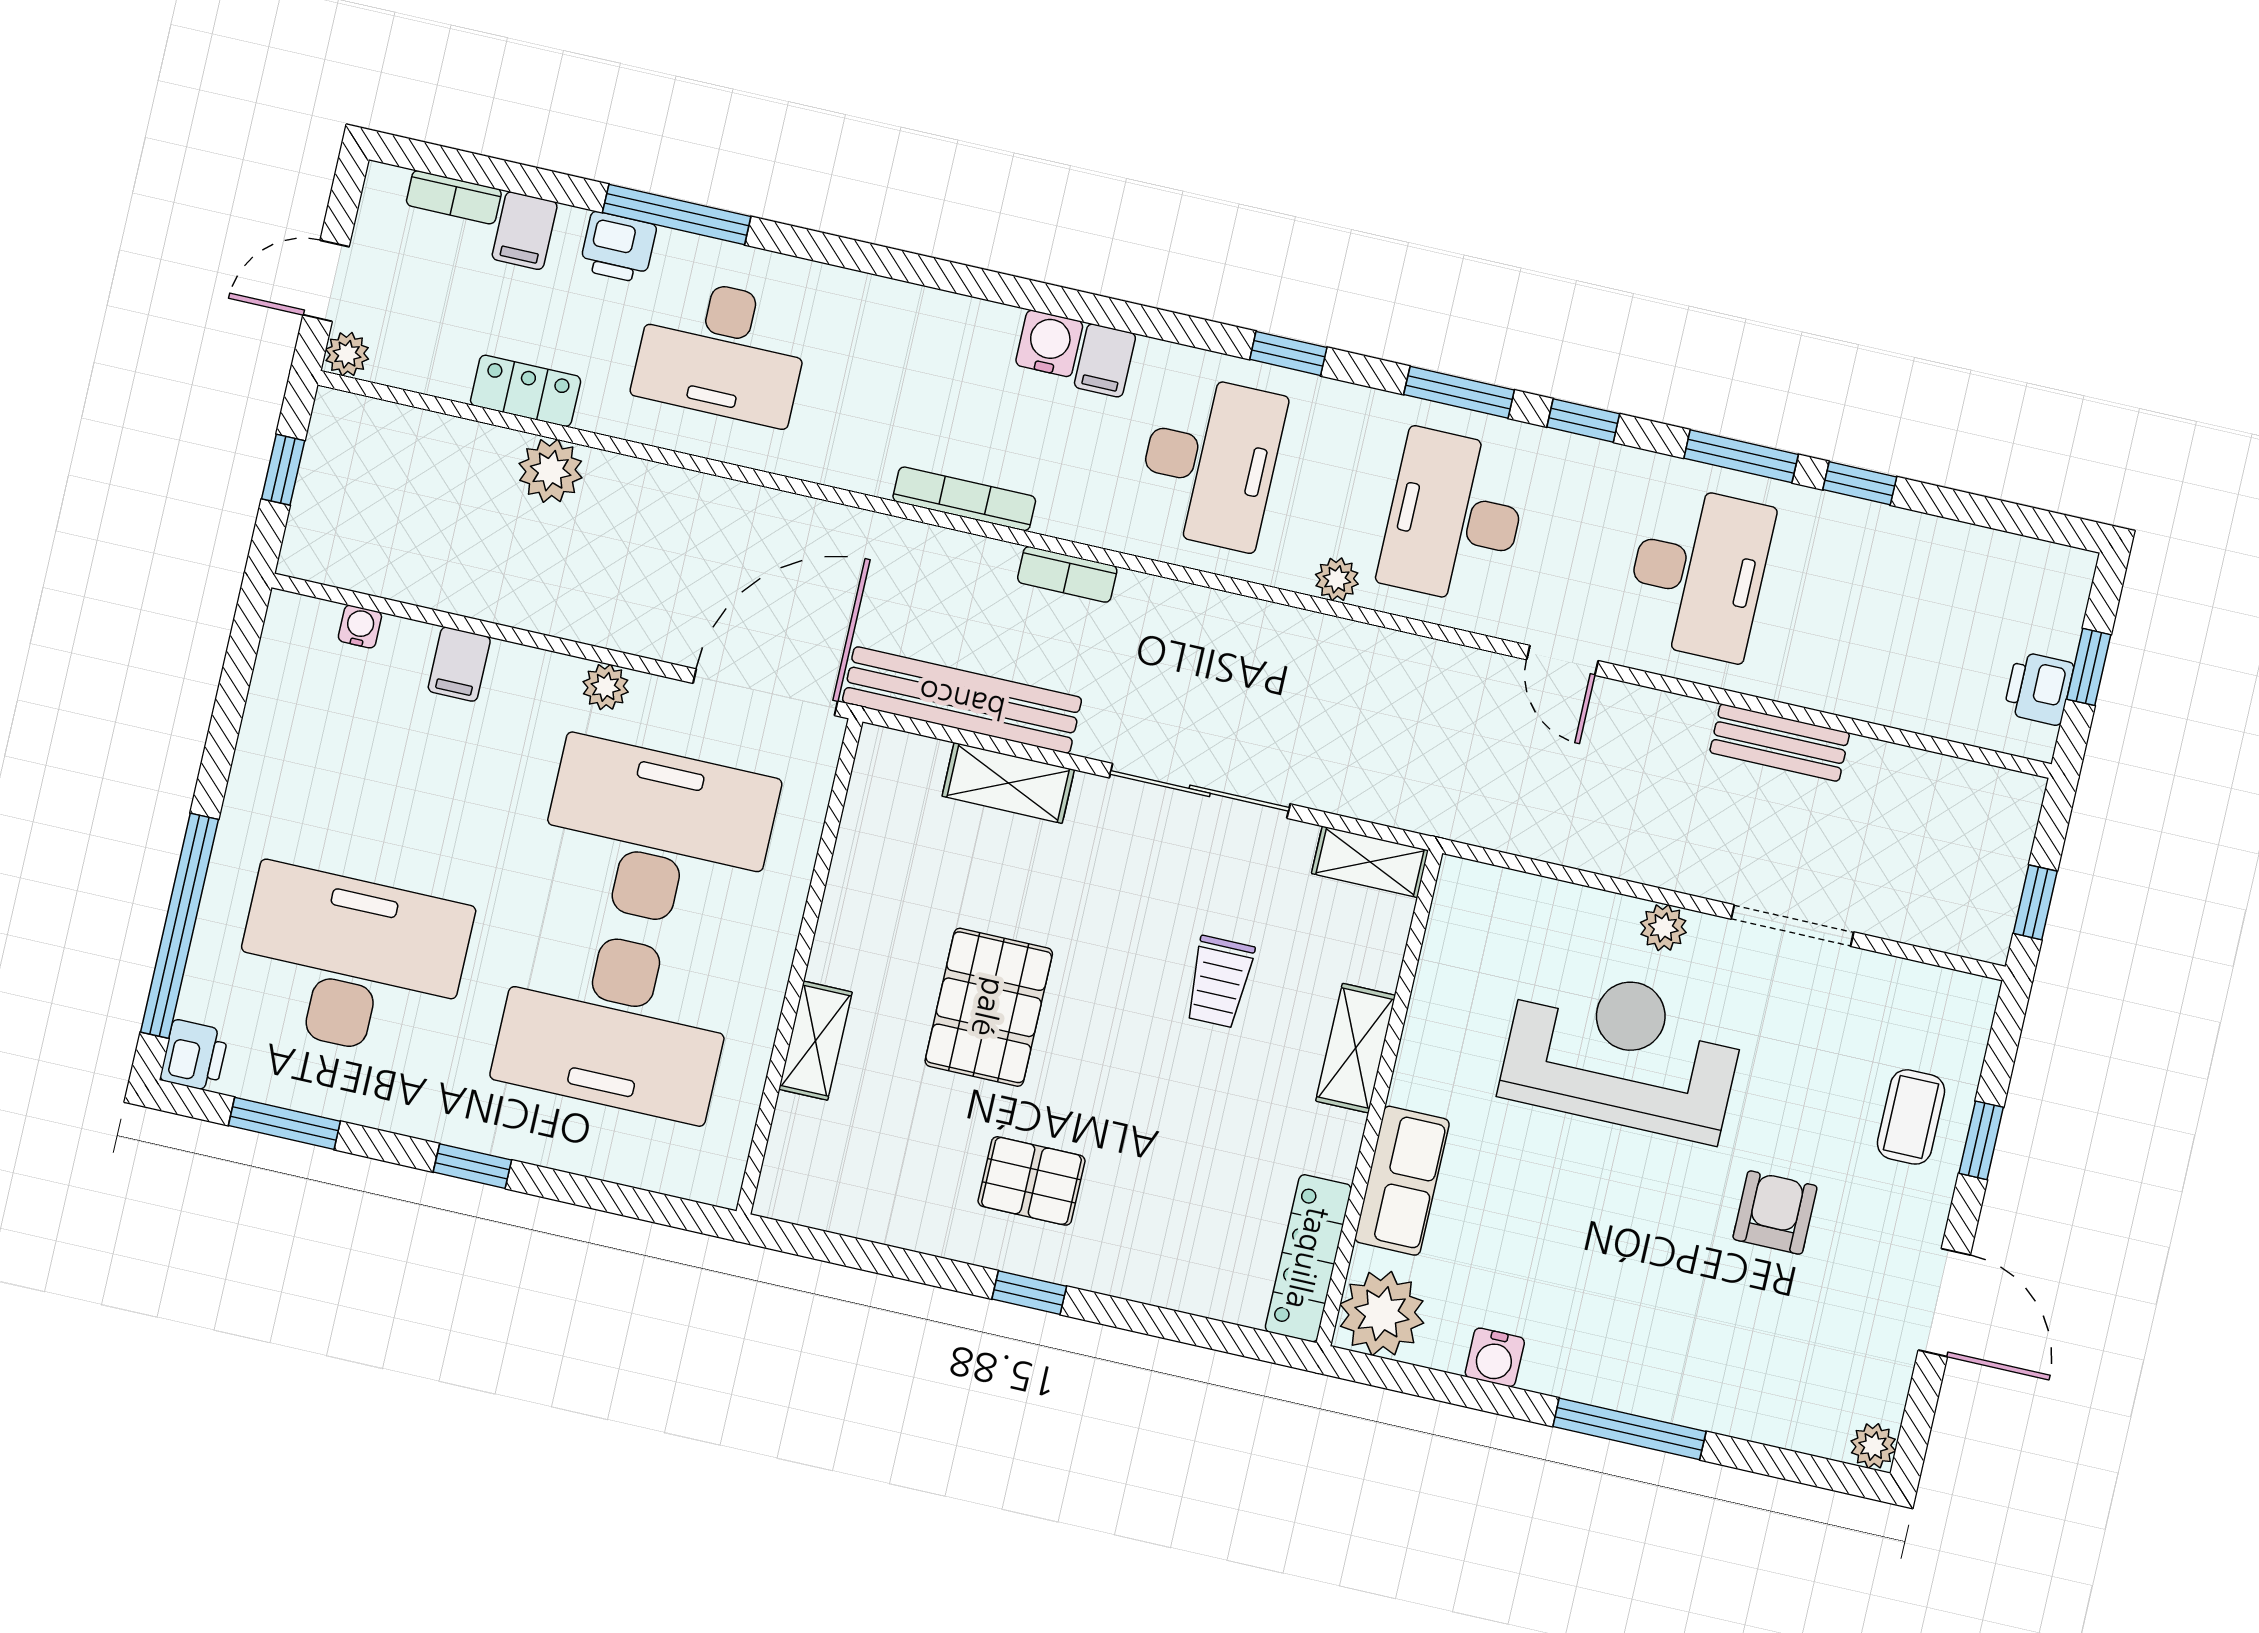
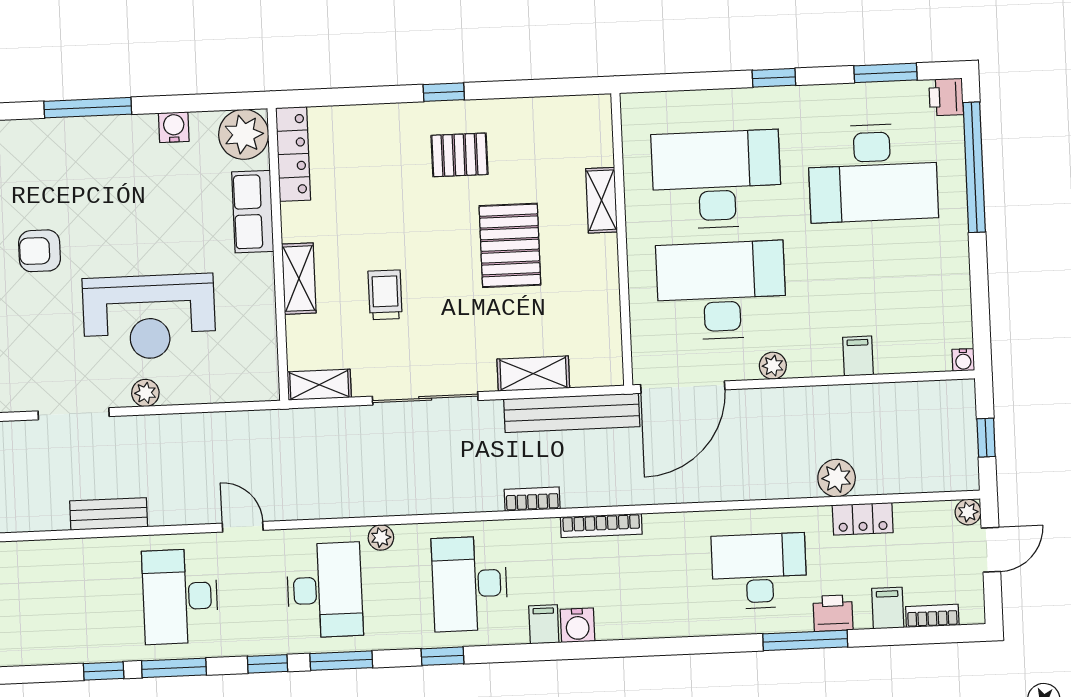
water cooler: (360, 627) -> (963, 360), moved
desk: (657, 836) -> (721, 291), turned 180
armchair: (1775, 1213) -> (40, 251), turned 90

